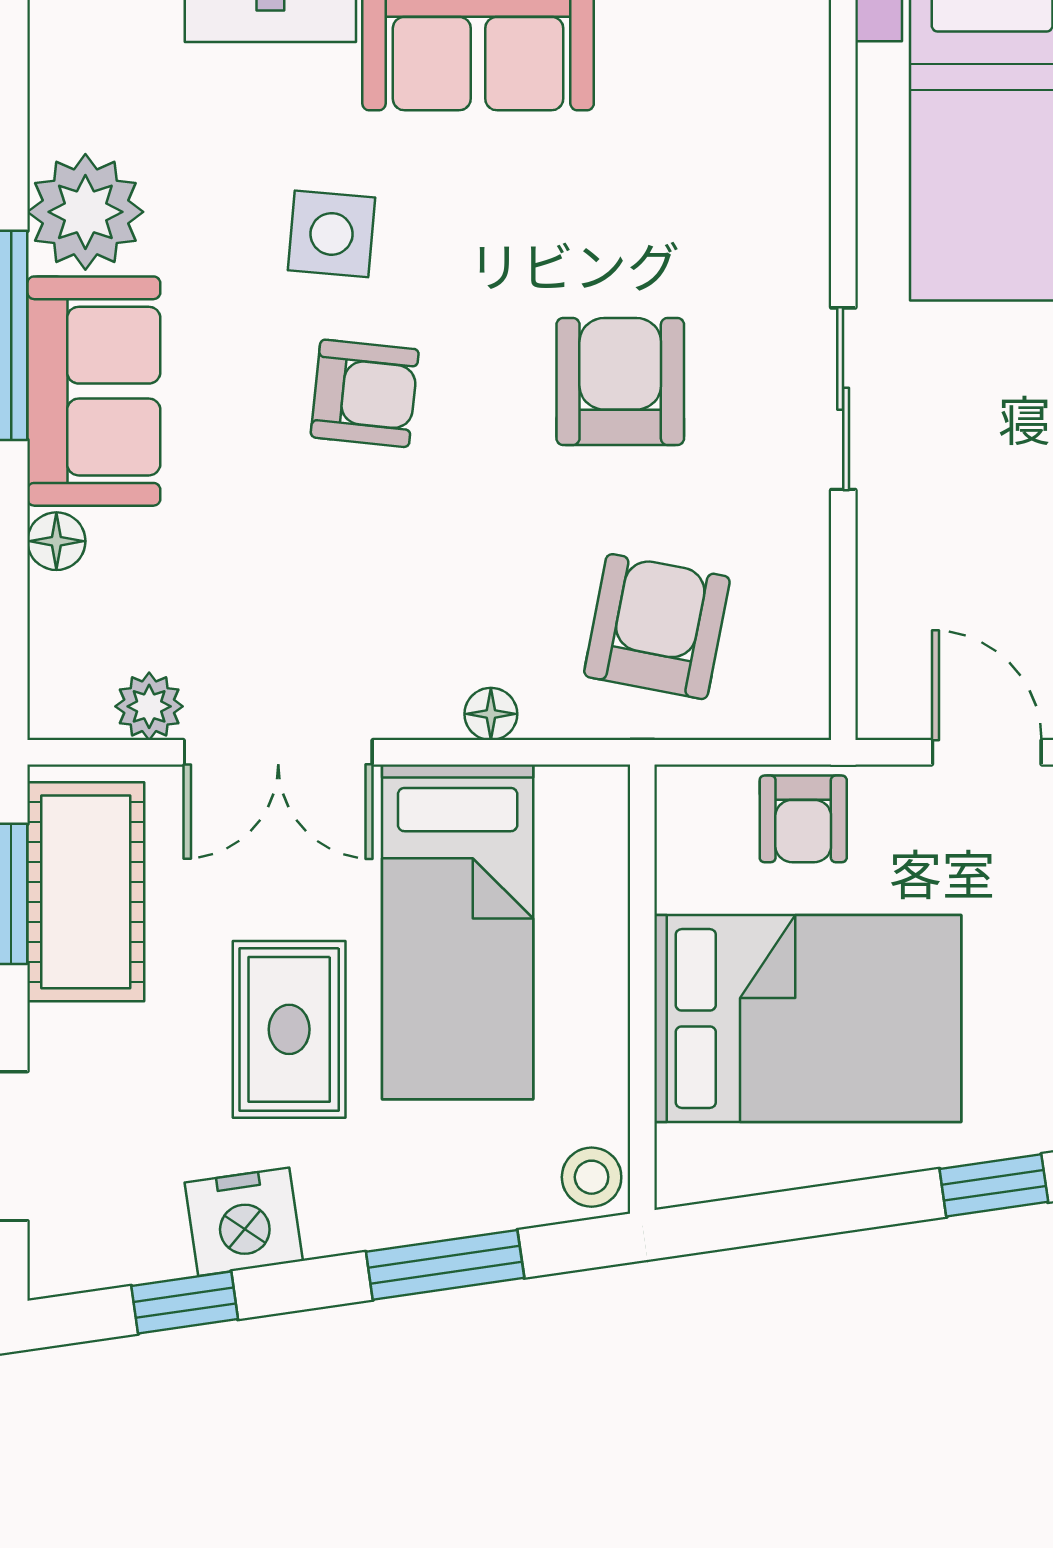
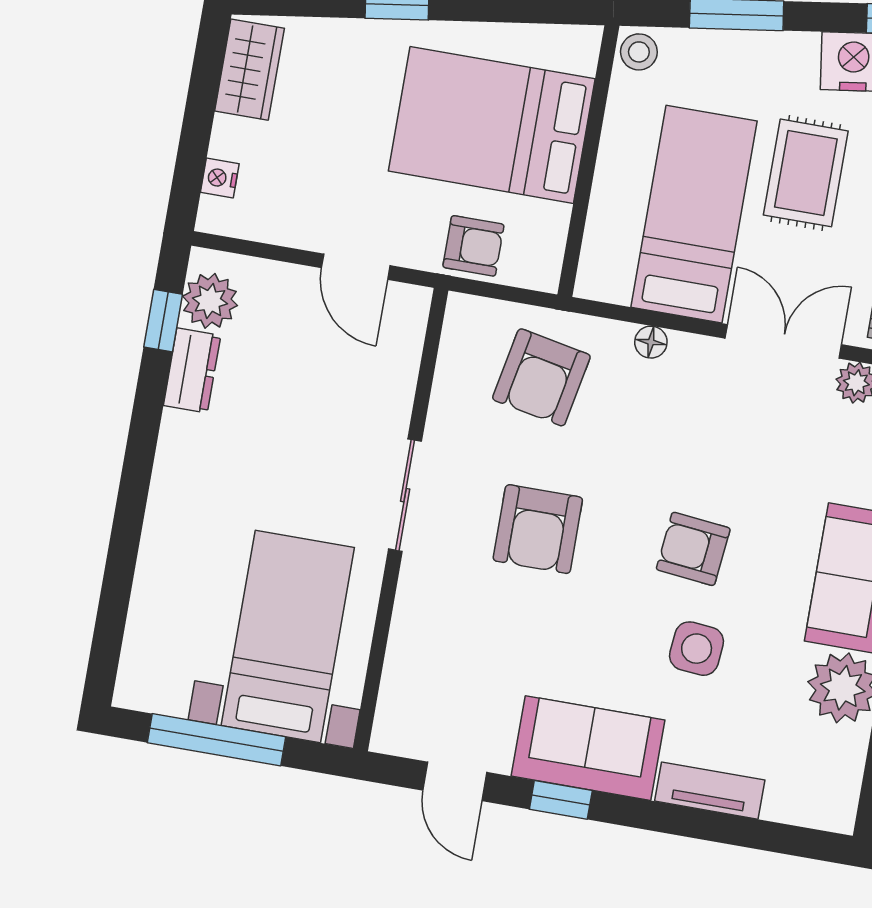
armchair: (803, 819) -> (473, 246), turned 90

